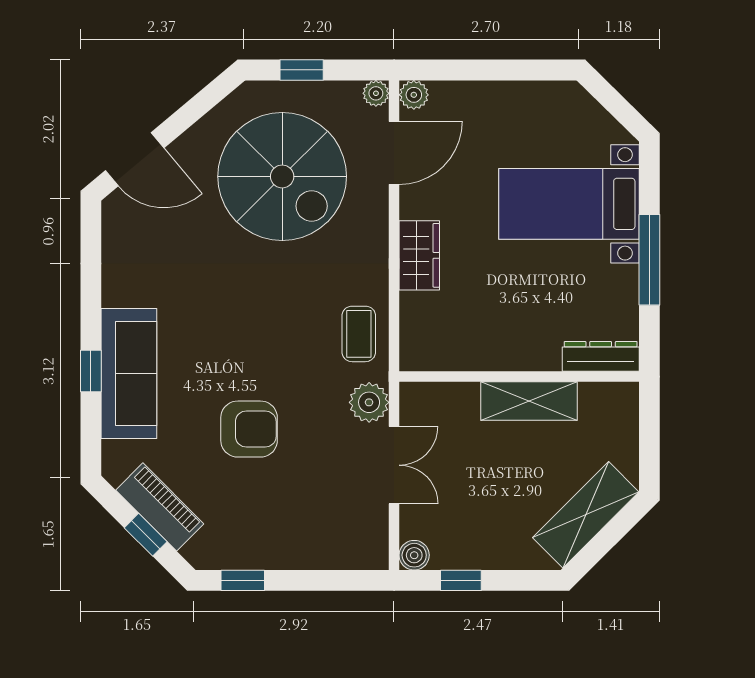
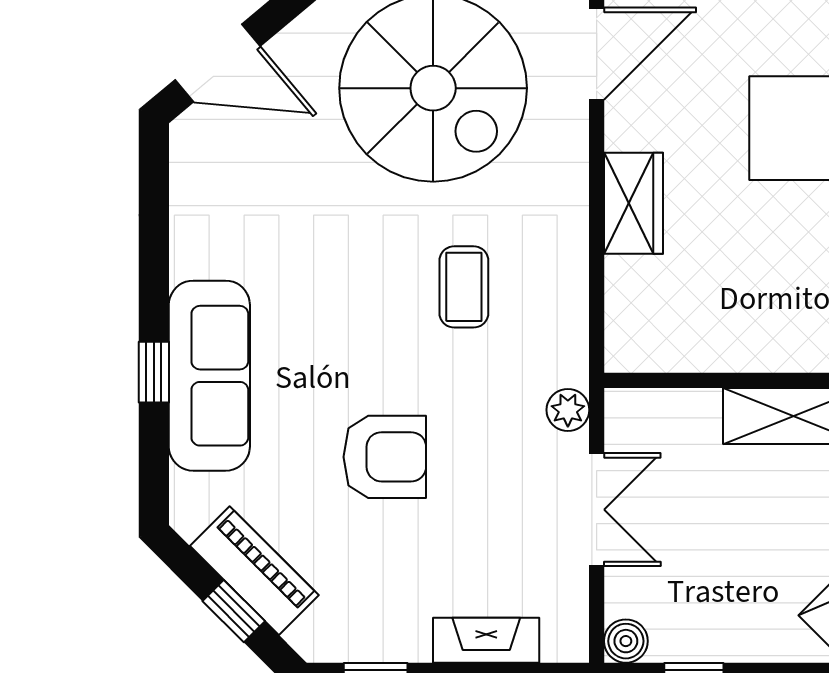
coffee table: (359, 334) -> (464, 287), moved
plant: (369, 402) -> (568, 410), width x0.73, depth x0.73
fireplace: (319, 555) -> (486, 640), added

